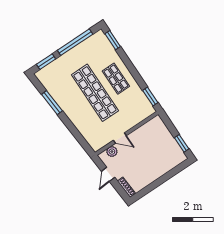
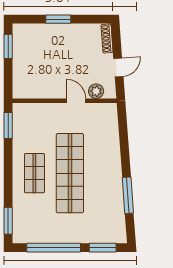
window: (163, 179) -> (58, 19), added

